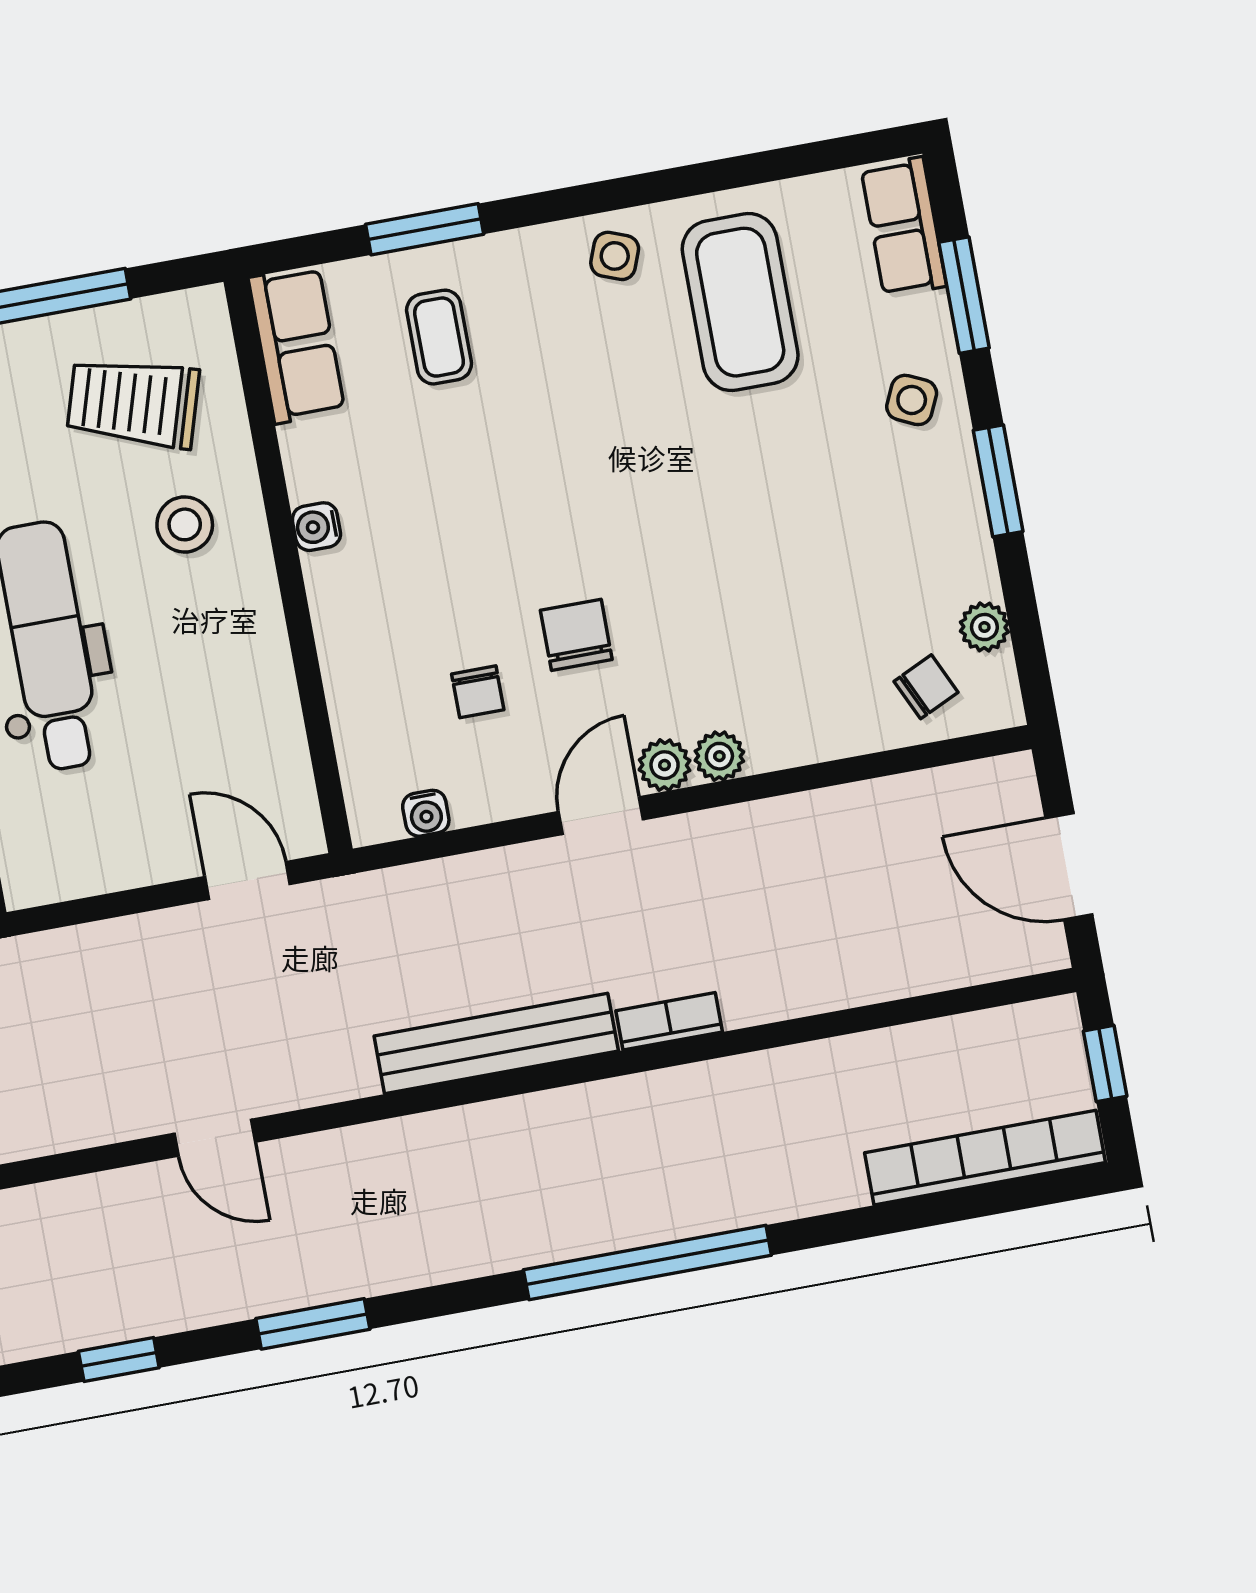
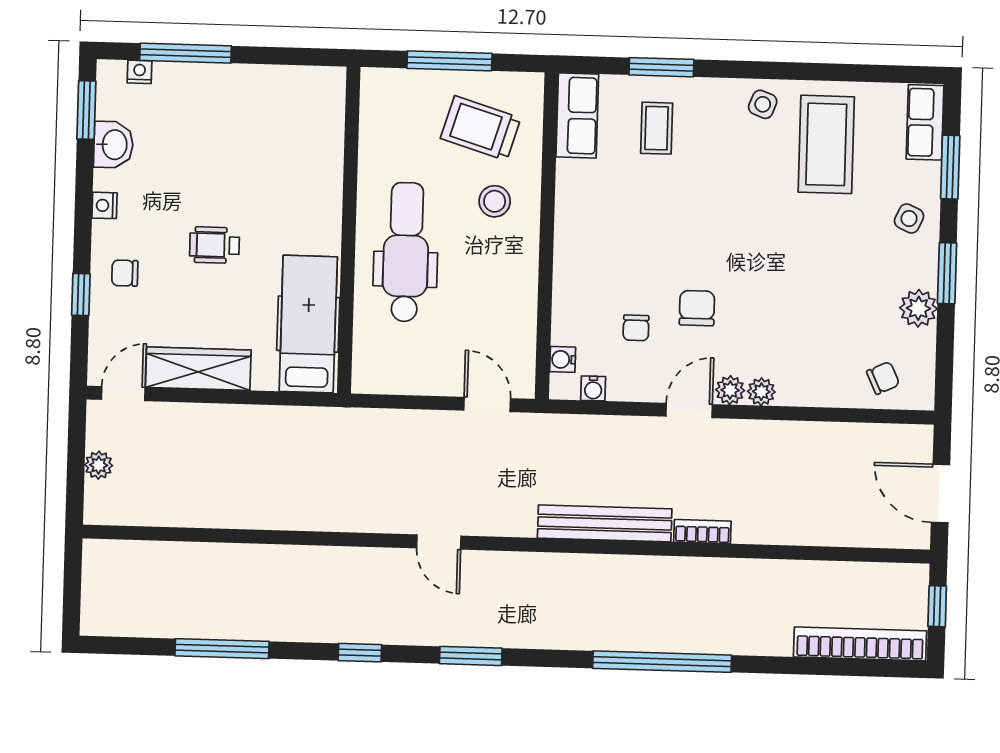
water cooler: (316, 527) -> (563, 359), moved
plant: (984, 627) -> (918, 308), moved, width x1.38, depth x1.38

